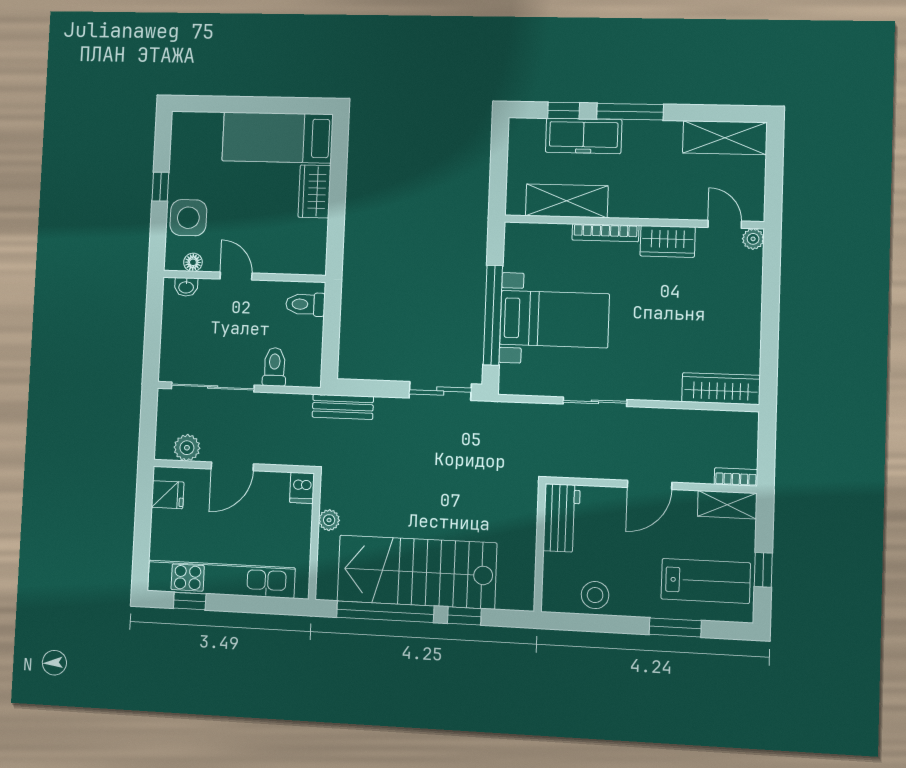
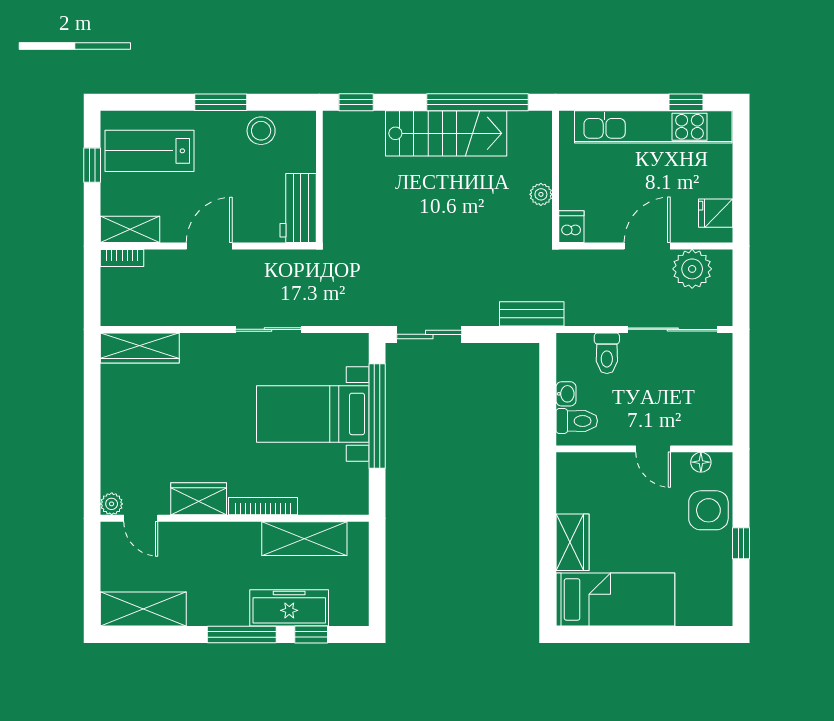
washbasin: (186, 287) -> (566, 394), moved, turned 90
plant: (187, 448) -> (692, 269), width x1.36, depth x1.36
stairs: (417, 572) -> (446, 133), width x0.73, depth x0.66
window: (464, 616) -> (356, 102), moved
window: (675, 627) -> (221, 102), moved

